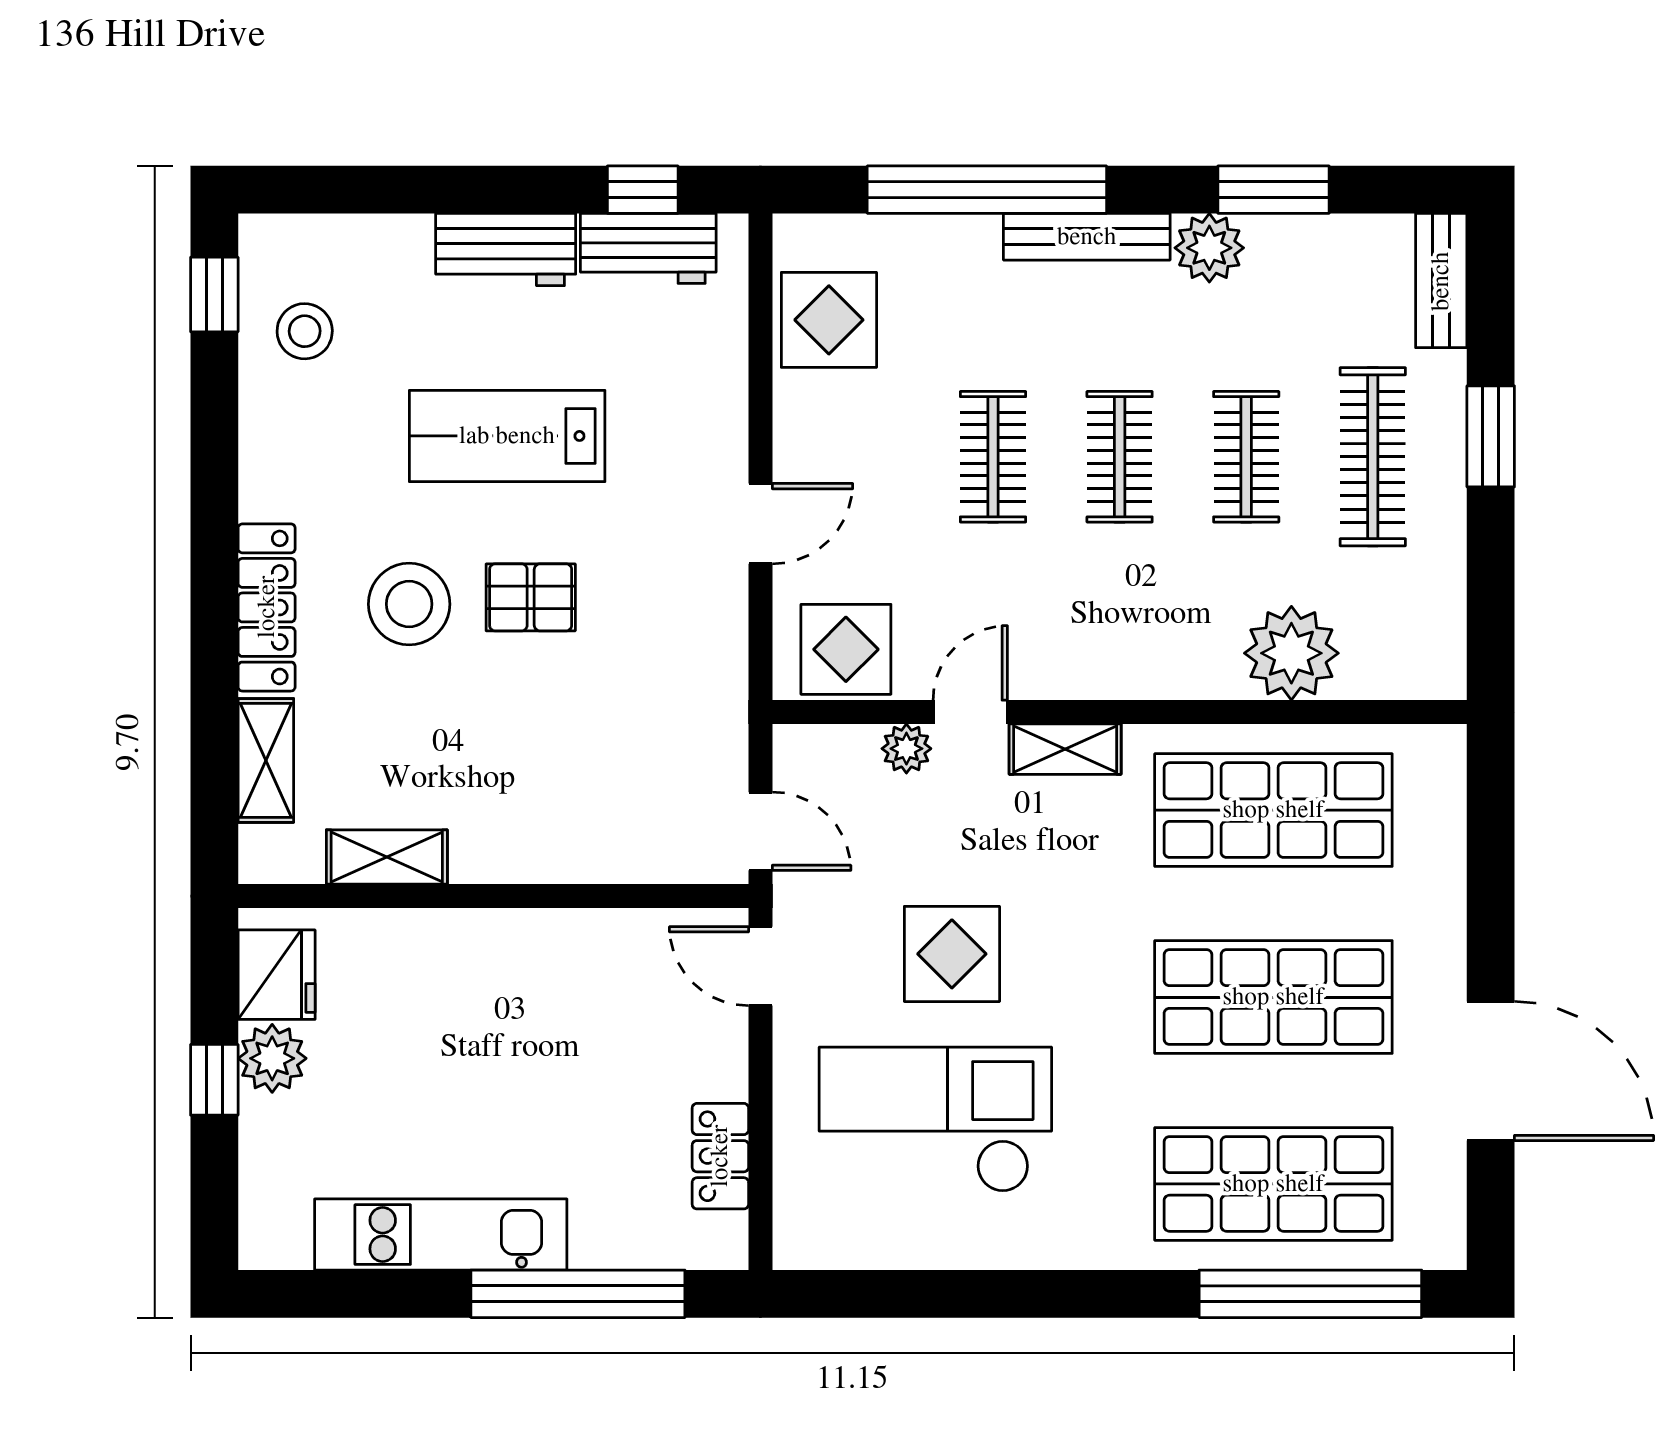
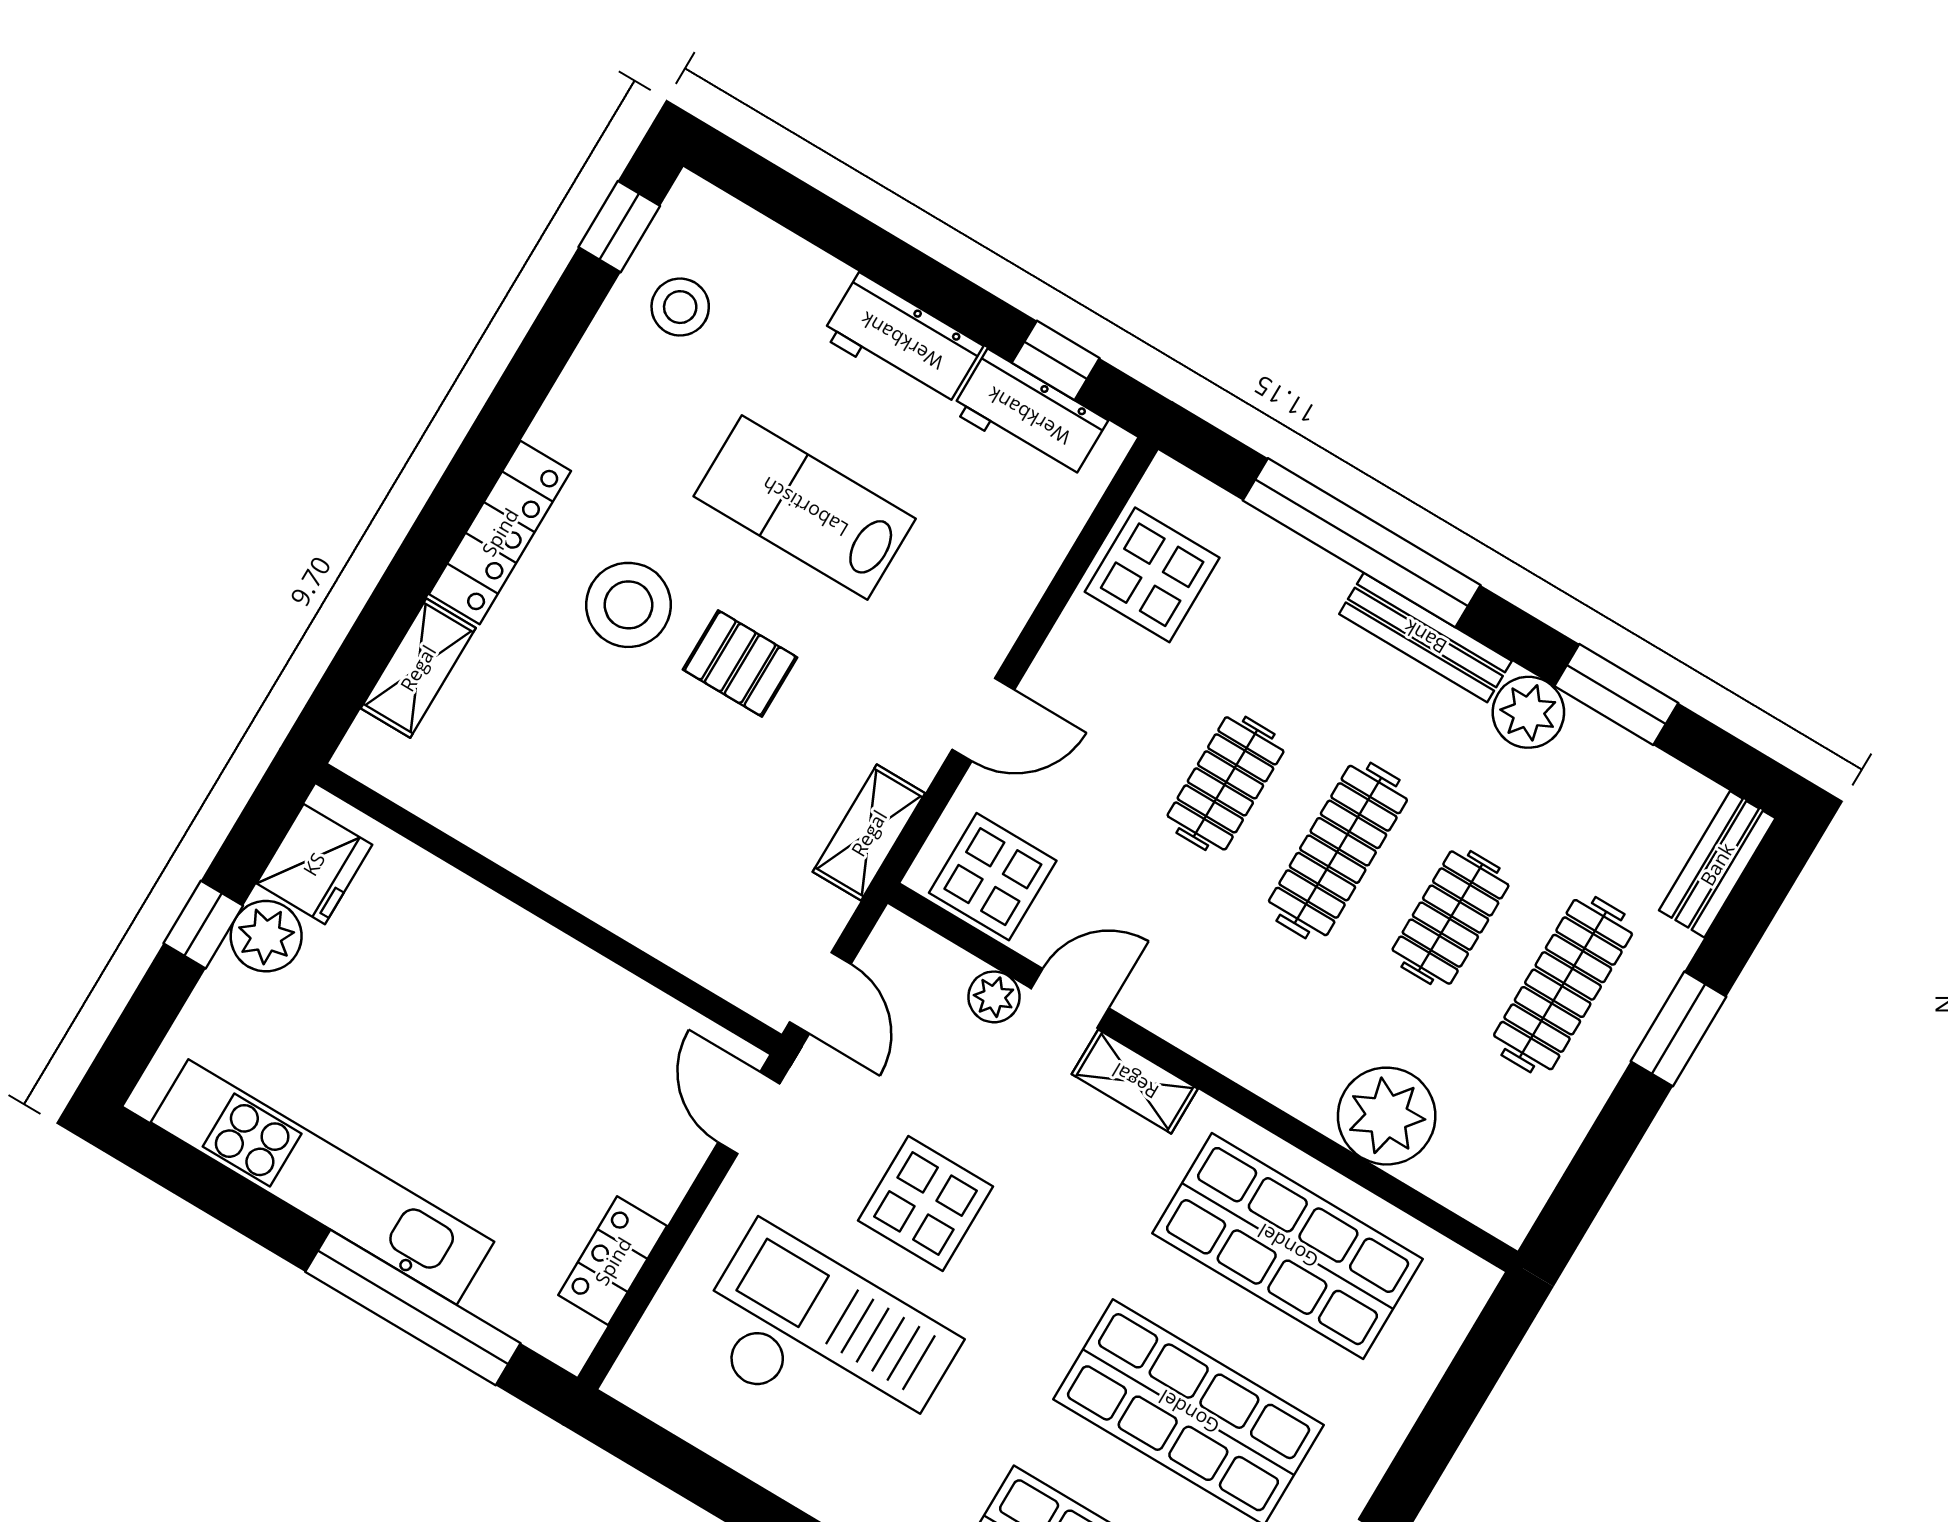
clothes rail: (1120, 457) -> (1338, 850), width x1.36
shelving: (387, 857) -> (869, 833), moved, turned 90
kitchen unit: (441, 1235) -> (323, 1182), width x1.36

